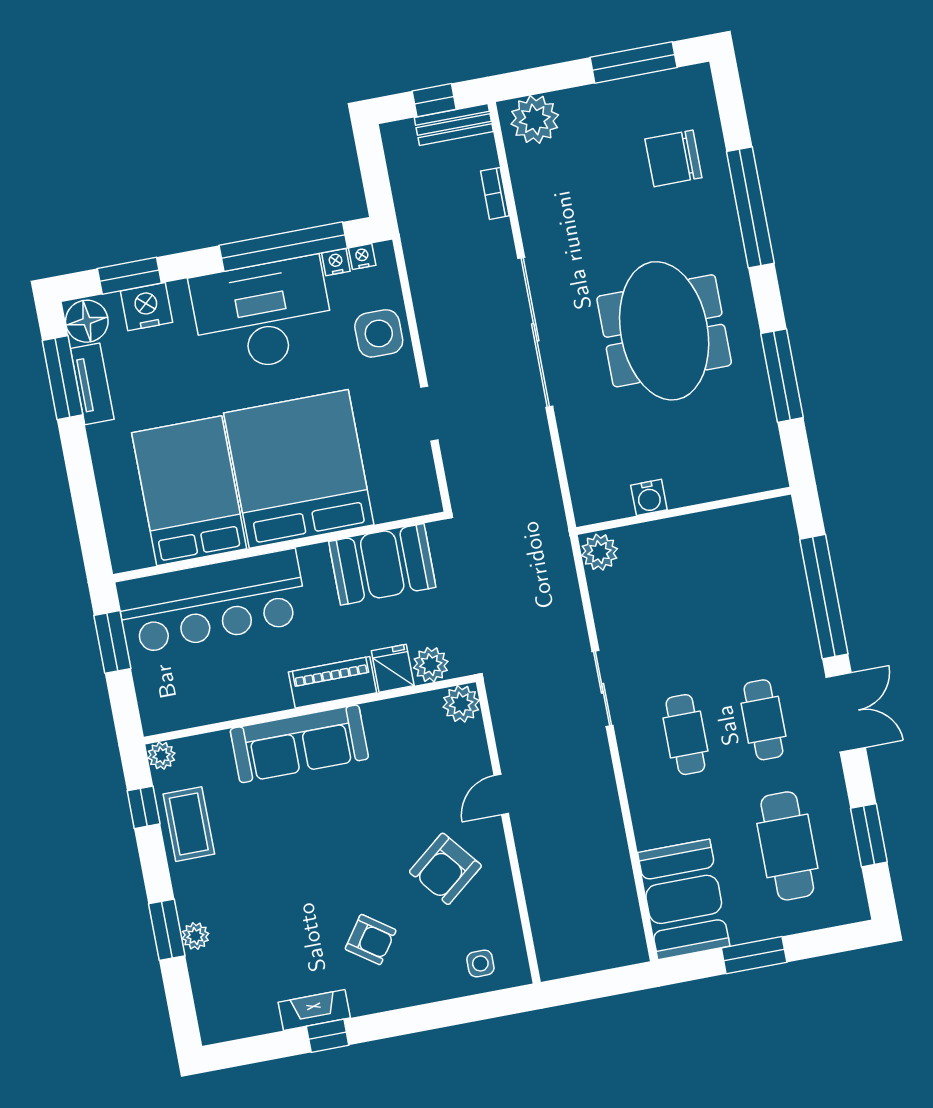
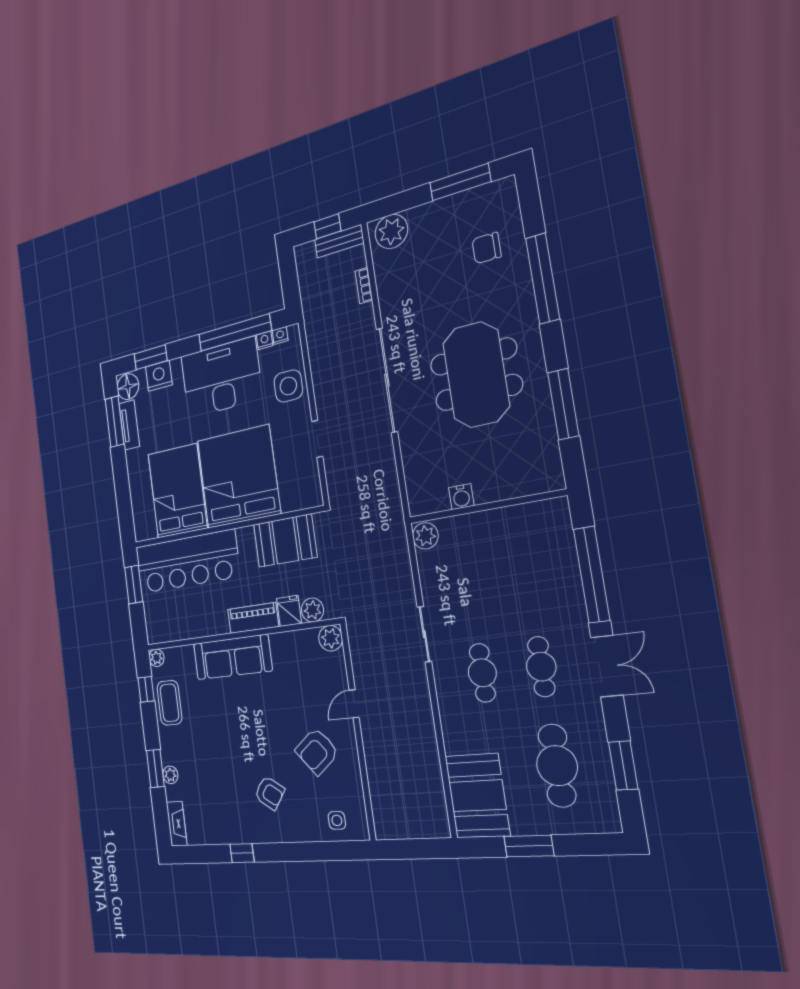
chair: (673, 158) -> (486, 248), width x0.73, depth x0.73
fireplace: (314, 1010) -> (177, 824), moved, turned 90

